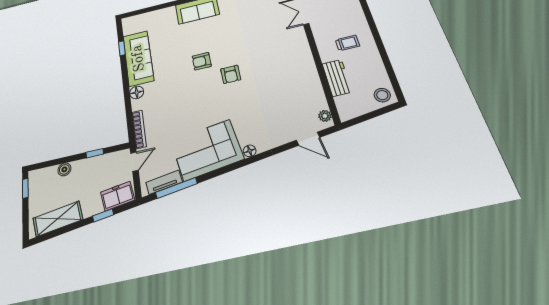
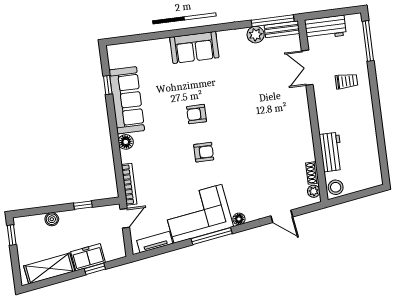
trolley: (347, 43) -> (346, 81), moved
armchair: (231, 74) -> (204, 152), moved, turned -90
stool: (382, 95) -> (336, 187), moved
shoe rack: (321, 99) -> (312, 173), added
door: (308, 139) -> (282, 216), moved
window: (176, 188) -> (212, 236), moved
freezer: (118, 196) -> (88, 257), moved

